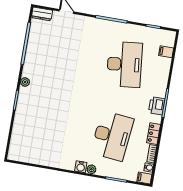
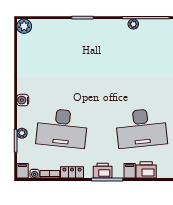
filing cabinet: (166, 52) -> (130, 171), moved
printer: (163, 66) -> (146, 170), added
plant: (25, 82) -> (133, 24), moved
plant: (15, 154) -> (24, 26), added
plant: (91, 169) -> (22, 133), moved

